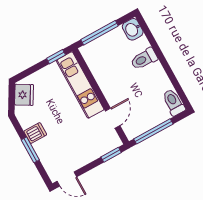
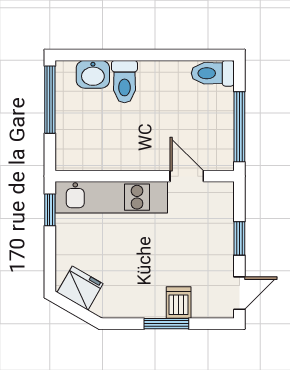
washbasin: (133, 29) -> (93, 74), moved
window: (99, 33) -> (50, 100), moved
dishwasher: (35, 133) -> (179, 303), moved
window: (111, 155) -> (239, 238), moved

